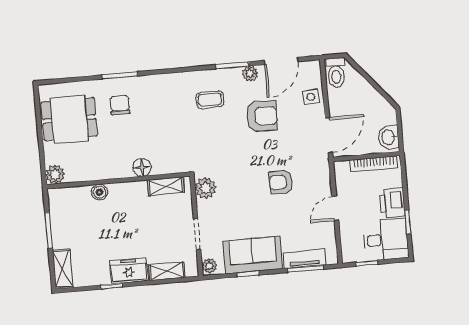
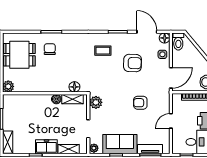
door: (281, 61) -> (147, 32), swing flipped
floor lamp: (312, 69) -> (165, 38), added
plant: (250, 74) -> (128, 37), removed
floor lamp: (142, 167) -> (74, 87), moved
boiler: (99, 192) -> (56, 99), moved

